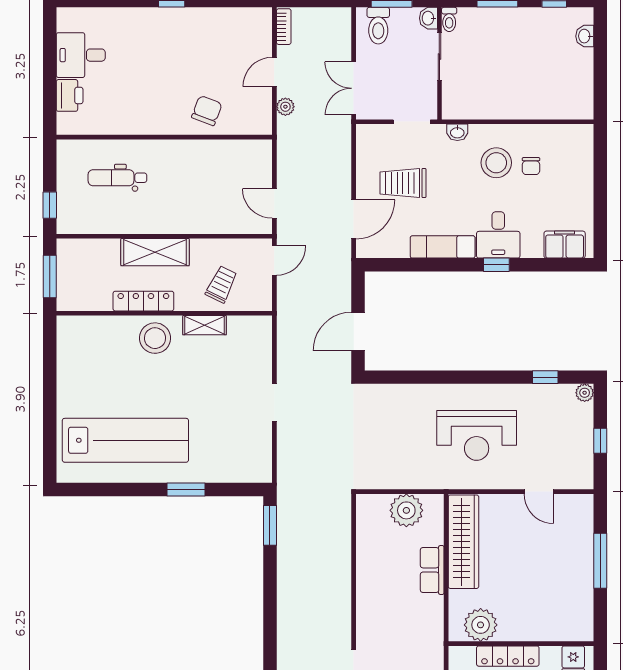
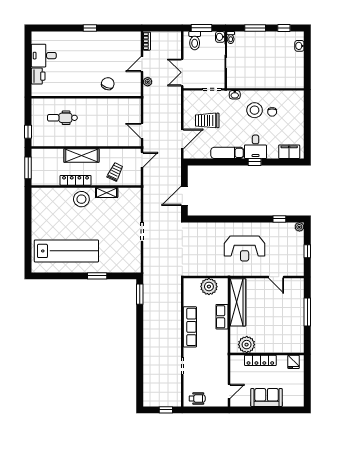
row of seats: (369, 590) -> (190, 327), added

